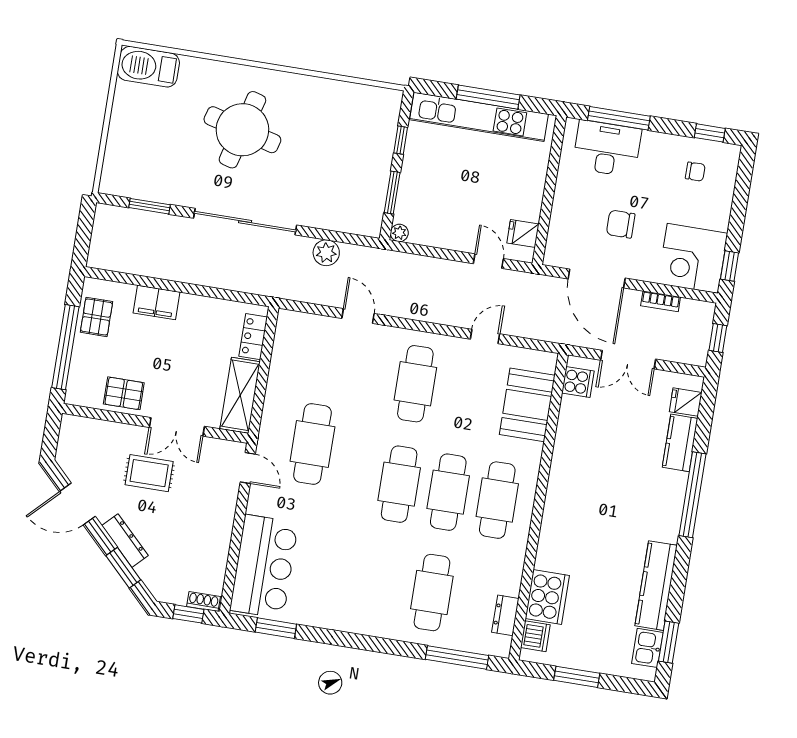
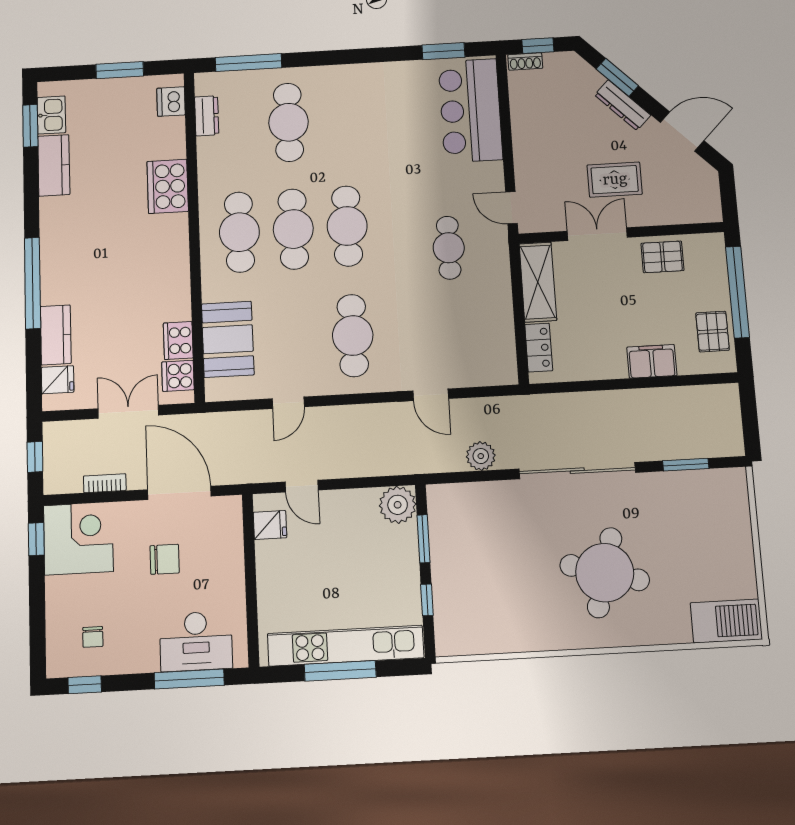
chair: (695, 172) -> (93, 637), turned -90
plant: (399, 233) -> (398, 505), width x1.87, depth x1.87
cooker: (572, 414) -> (178, 340), added
cafe table: (312, 444) -> (449, 248), width x0.73, depth x0.74
kitchen counter: (656, 586) -> (54, 165), width x0.67
cooker: (547, 597) -> (168, 186), moved

